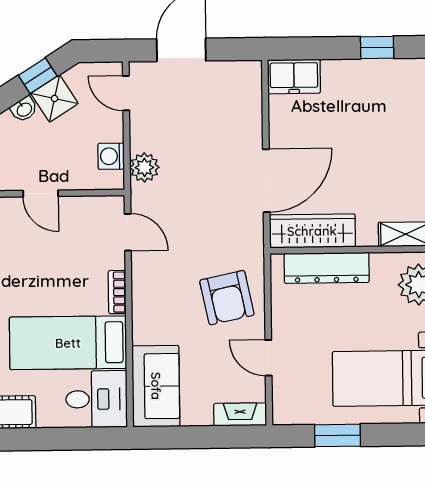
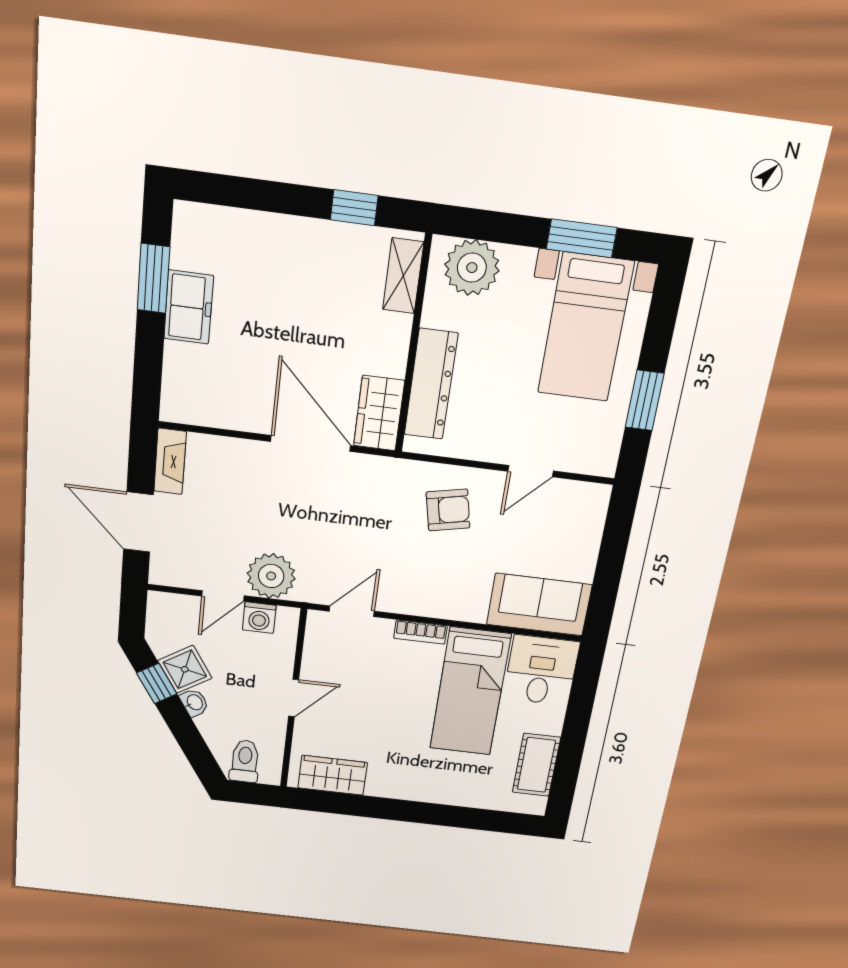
window: (377, 47) -> (153, 278), width x1.50
freezer: (294, 76) -> (189, 307), moved
door: (126, 93) -> (223, 596), moved
plant: (144, 167) -> (271, 576), width x1.36, depth x1.36
wardrobe: (312, 231) -> (379, 413), width x0.67
armchair: (227, 298) -> (448, 510), width x0.72, depth x0.72
fireplace: (240, 414) -> (170, 461), moved, turned 180

